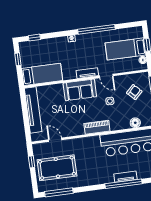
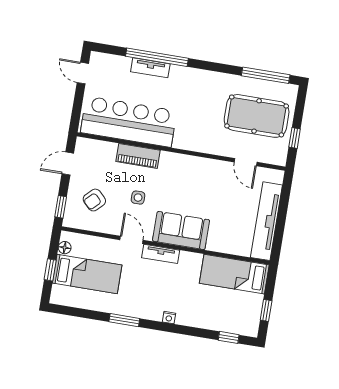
window: (96, 29) -> (124, 320), width x0.47
floor lamp: (135, 123) -> (108, 150), removed
piano: (97, 127) -> (138, 156), moved

